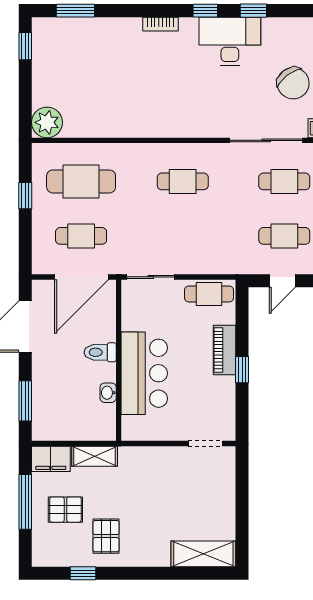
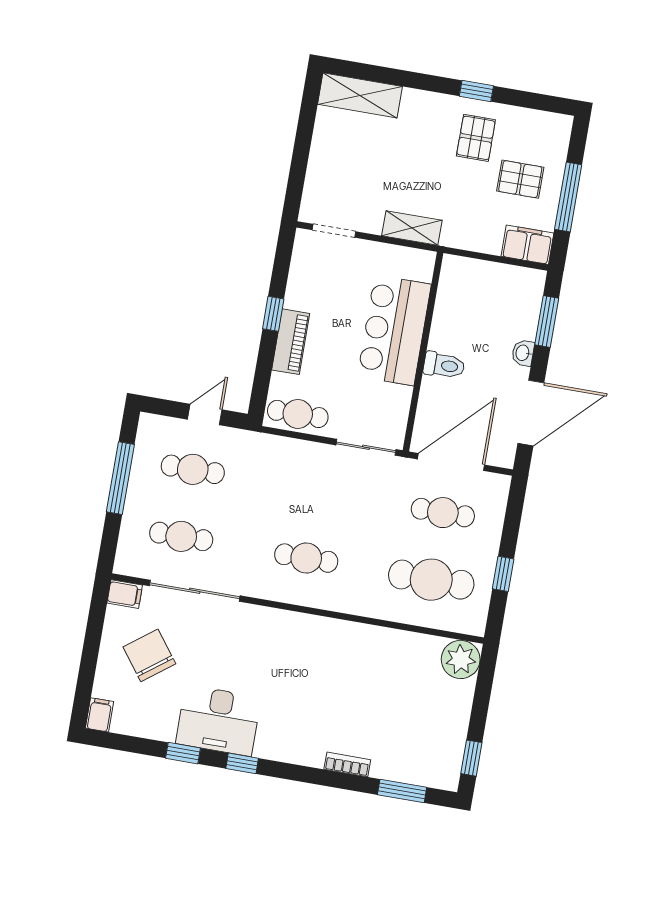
bookcase: (160, 24) -> (347, 764), moved
washbasin: (108, 393) -> (523, 353), moved, turned 180
shelving: (95, 456) -> (412, 228), moved
window: (83, 573) -> (476, 91), moved

